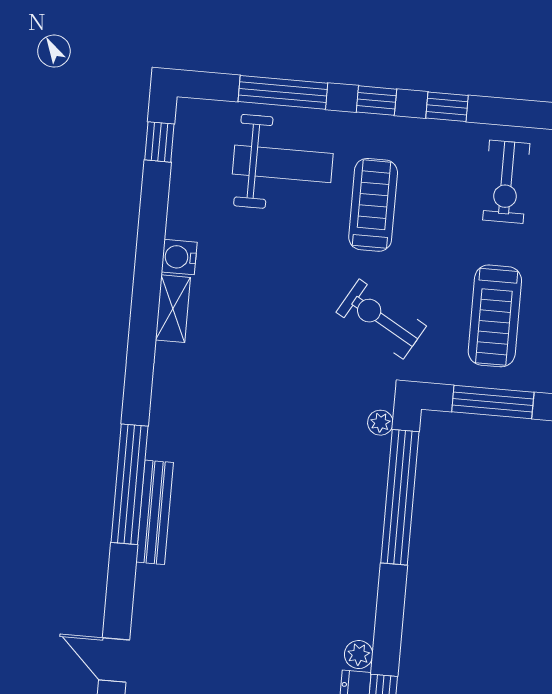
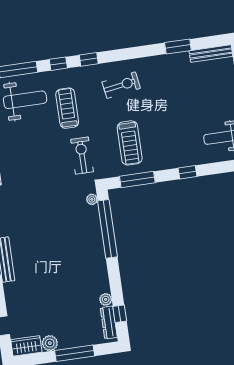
exercise bike: (506, 182) -> (121, 85), turned -99
exercise bike: (381, 319) -> (82, 156), turned 60

